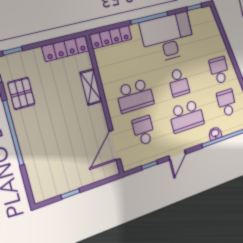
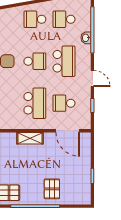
shelving: (91, 87) -> (30, 138), moved
pallet: (41, 148) -> (52, 189), added

